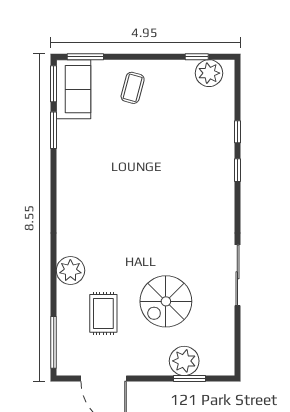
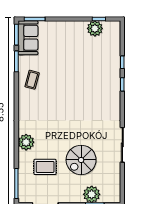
plant: (209, 73) -> (95, 28), moved
coffee table: (133, 88) -> (32, 80), moved
rug: (103, 313) -> (45, 167), turned 90

